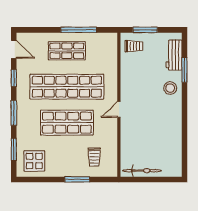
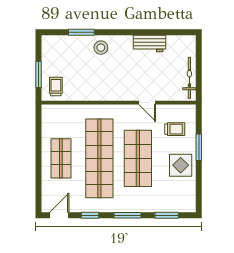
window: (79, 30) -> (38, 146), removed
workbench: (174, 55) -> (149, 43), moved
door: (119, 109) -> (147, 103), moved
display table: (34, 161) -> (181, 165), moved

